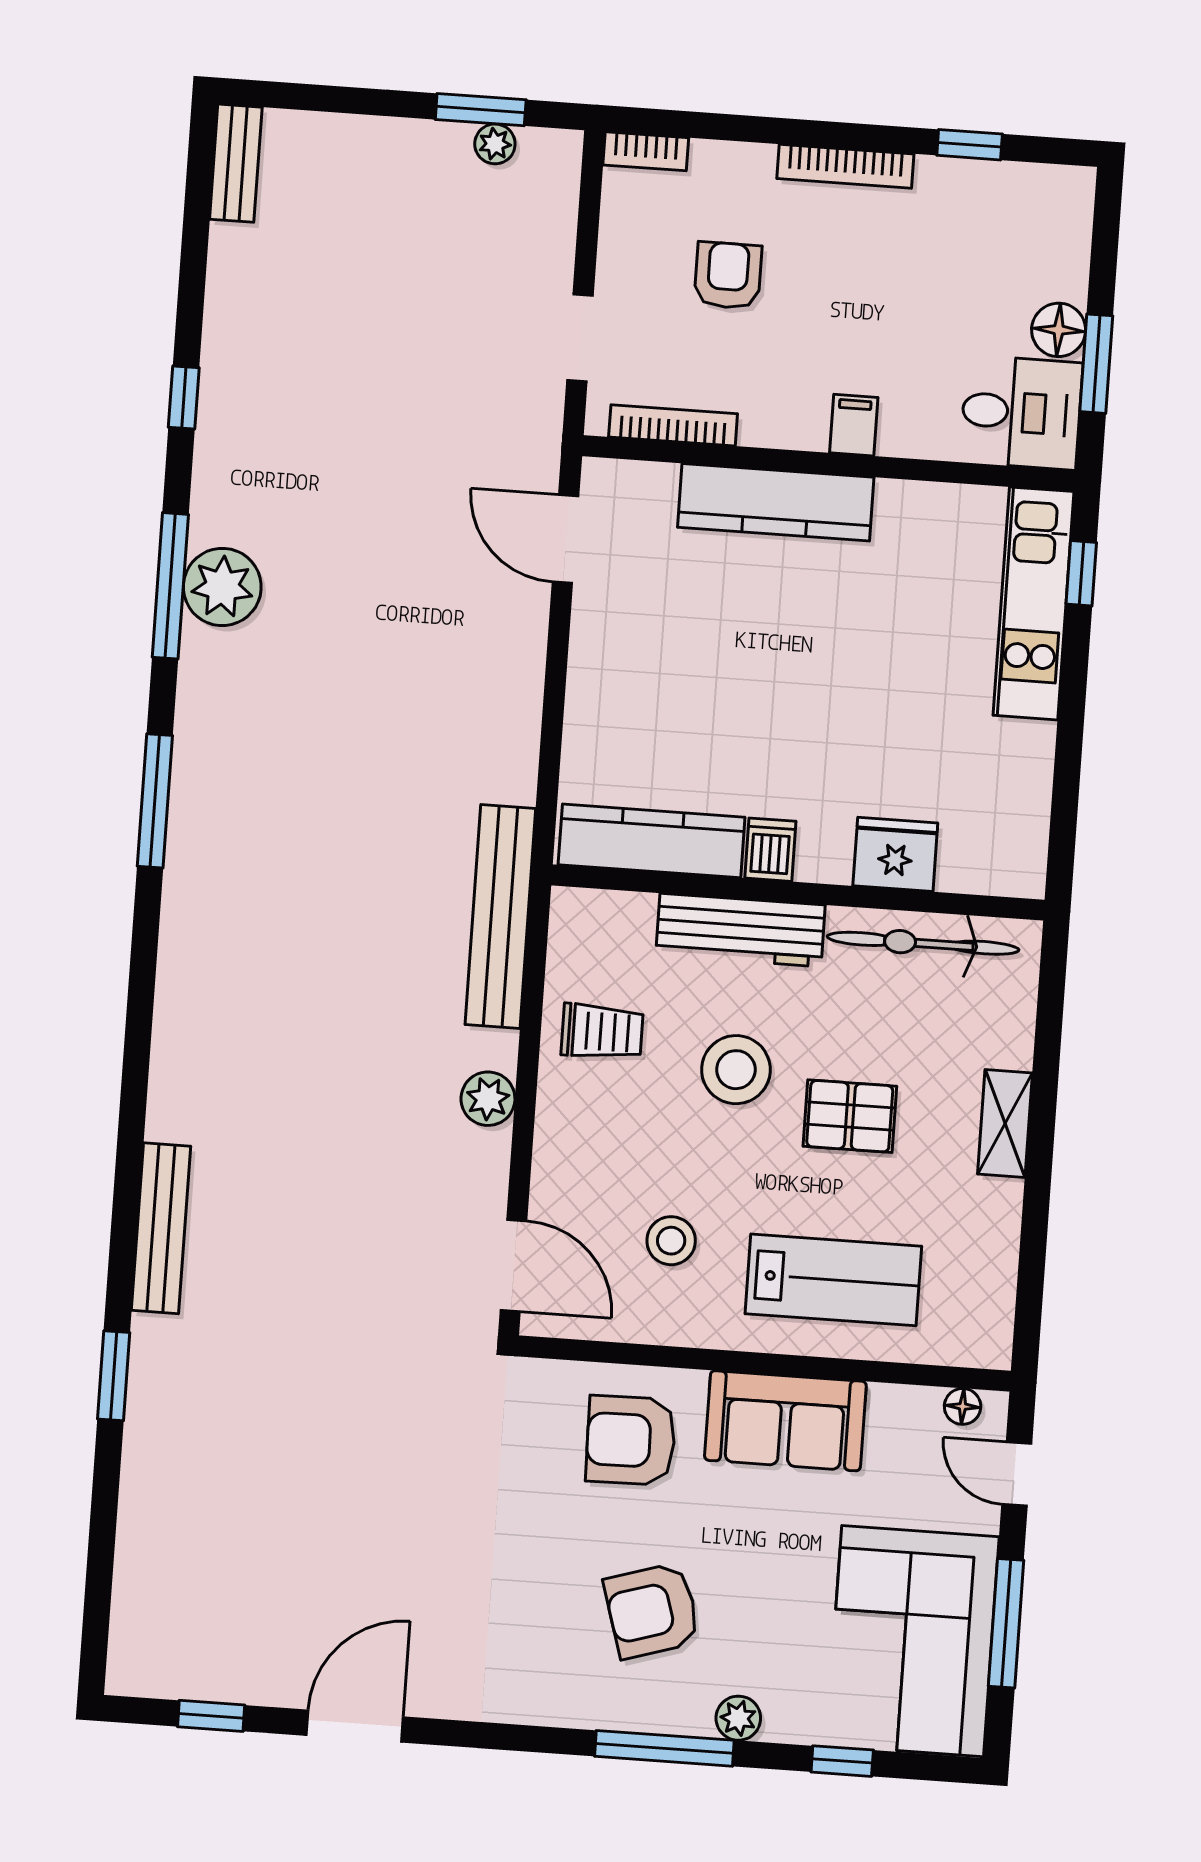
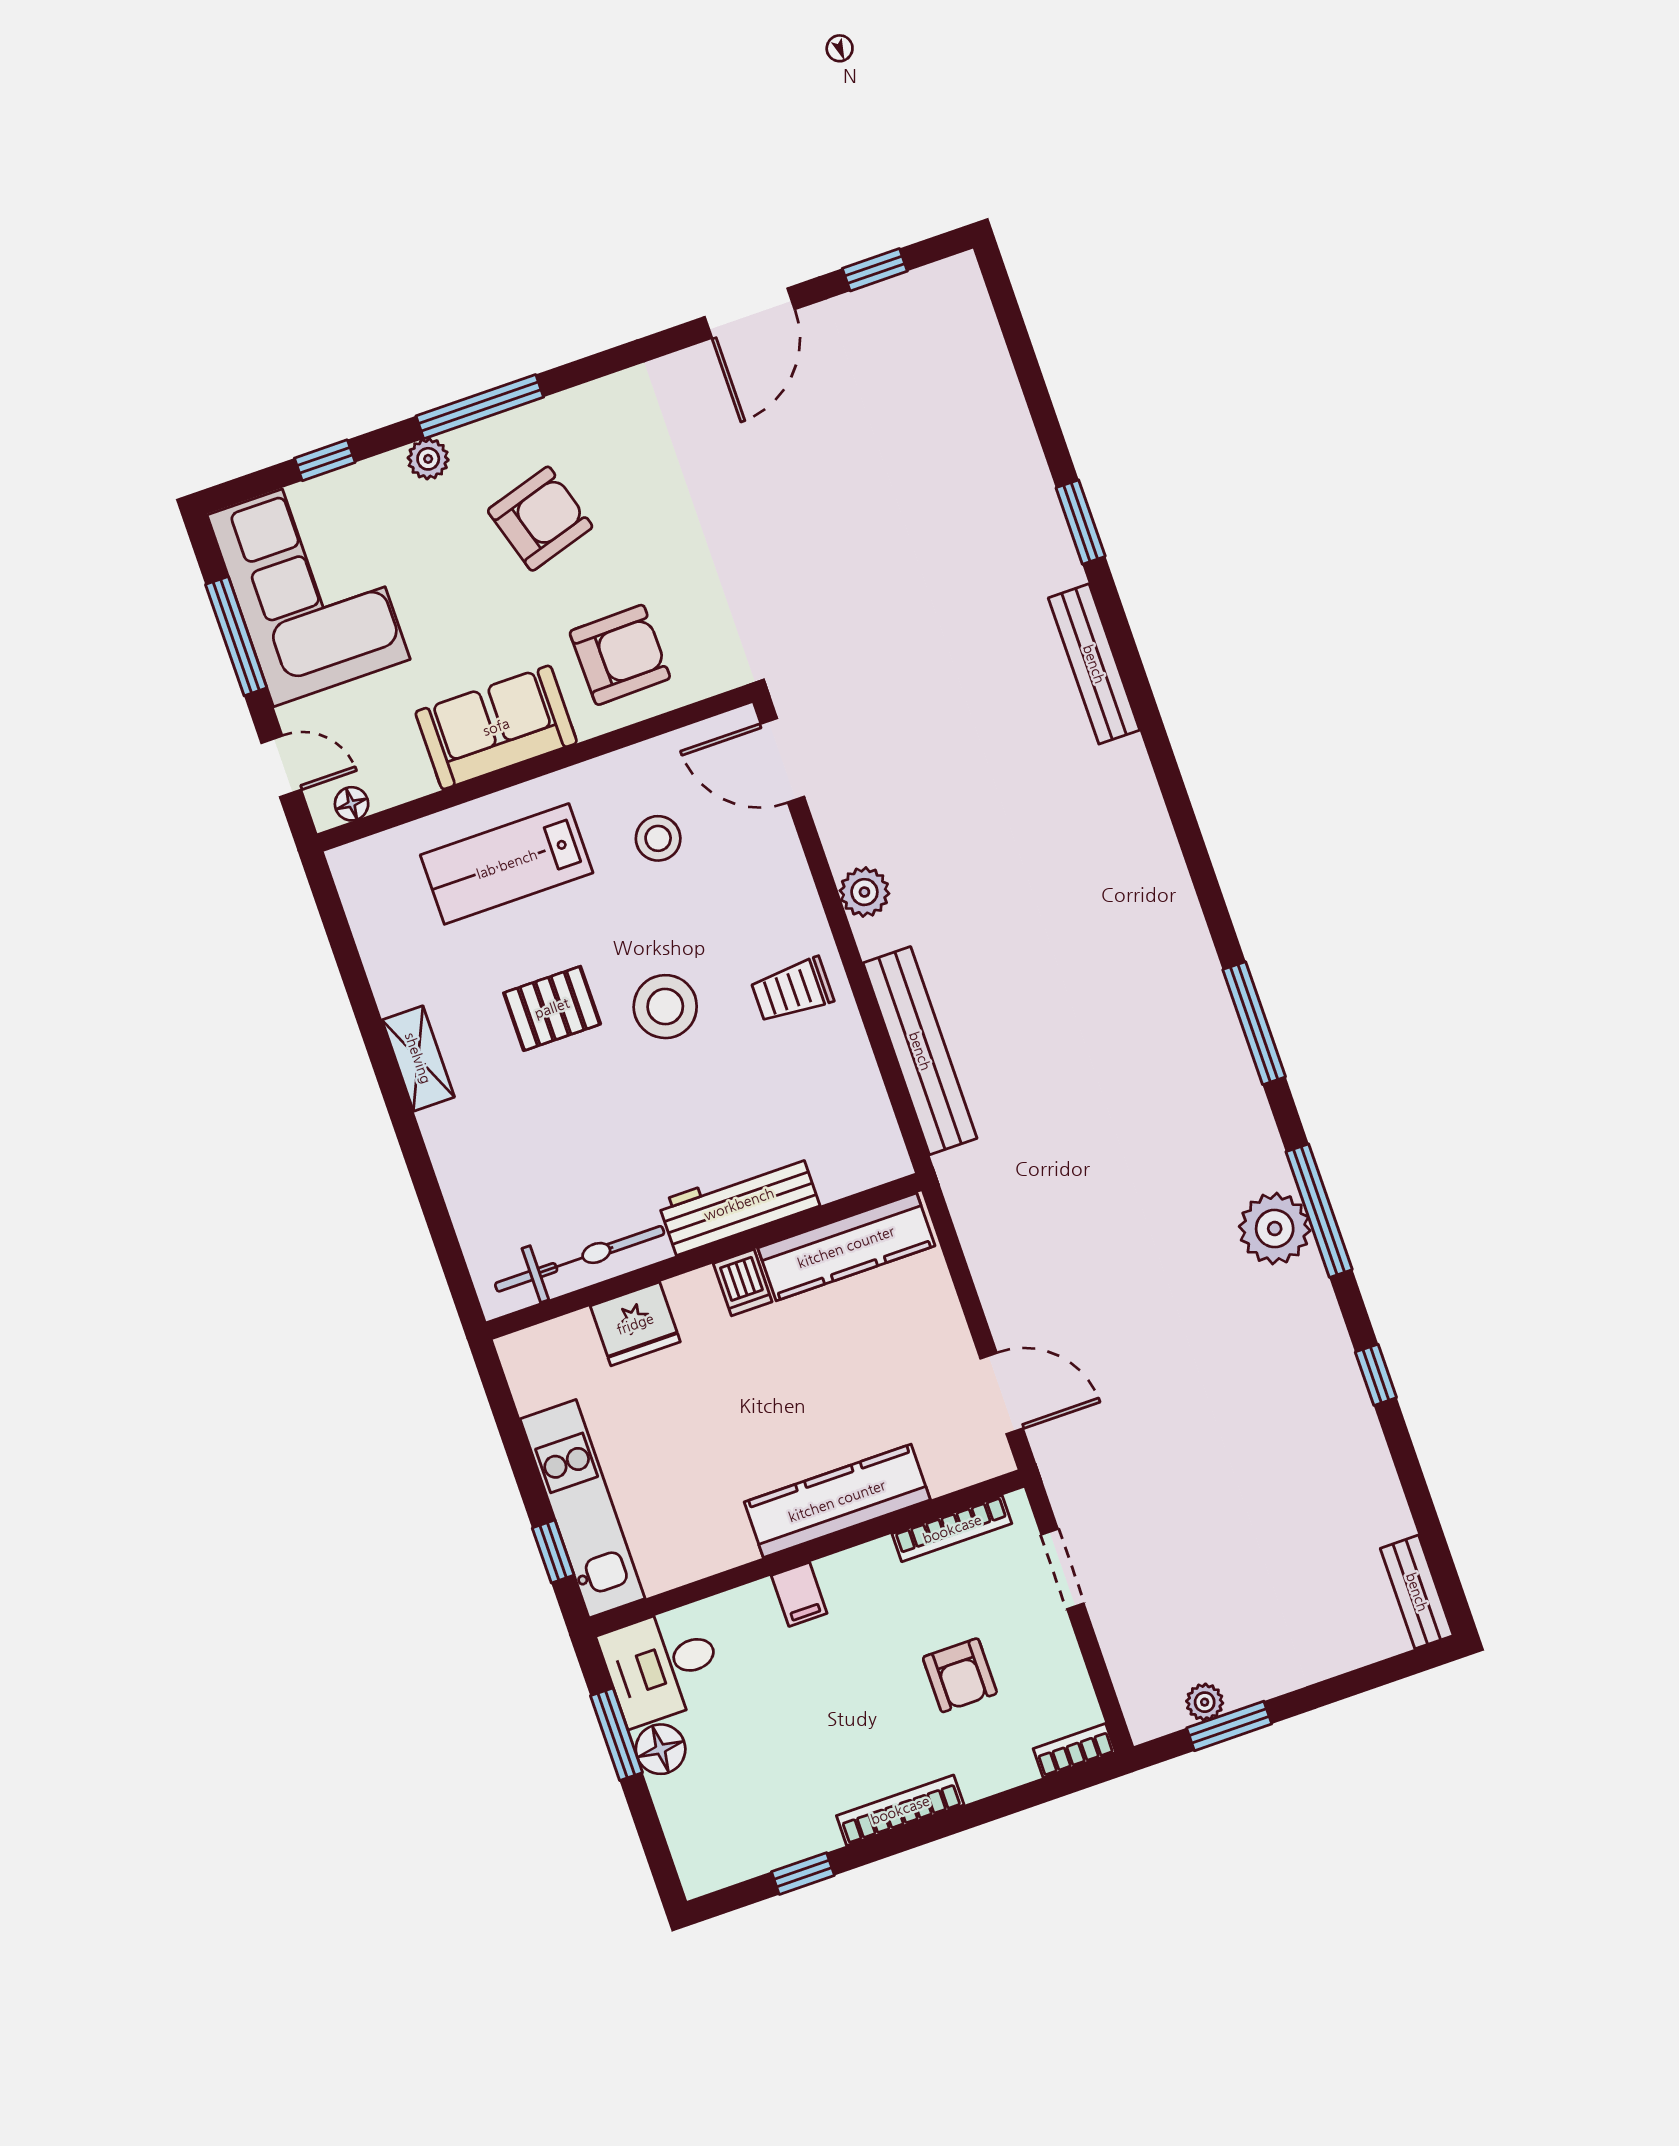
kitchen counter: (652, 841) -> (846, 1247), moved
dishwasher: (770, 850) -> (743, 1283), moved
fridge: (895, 854) -> (635, 1324), moved
wall: (798, 893) -> (704, 1256), moved
workbench: (740, 930) -> (739, 1204), moved
bicycle: (923, 943) -> (580, 1259), moved

